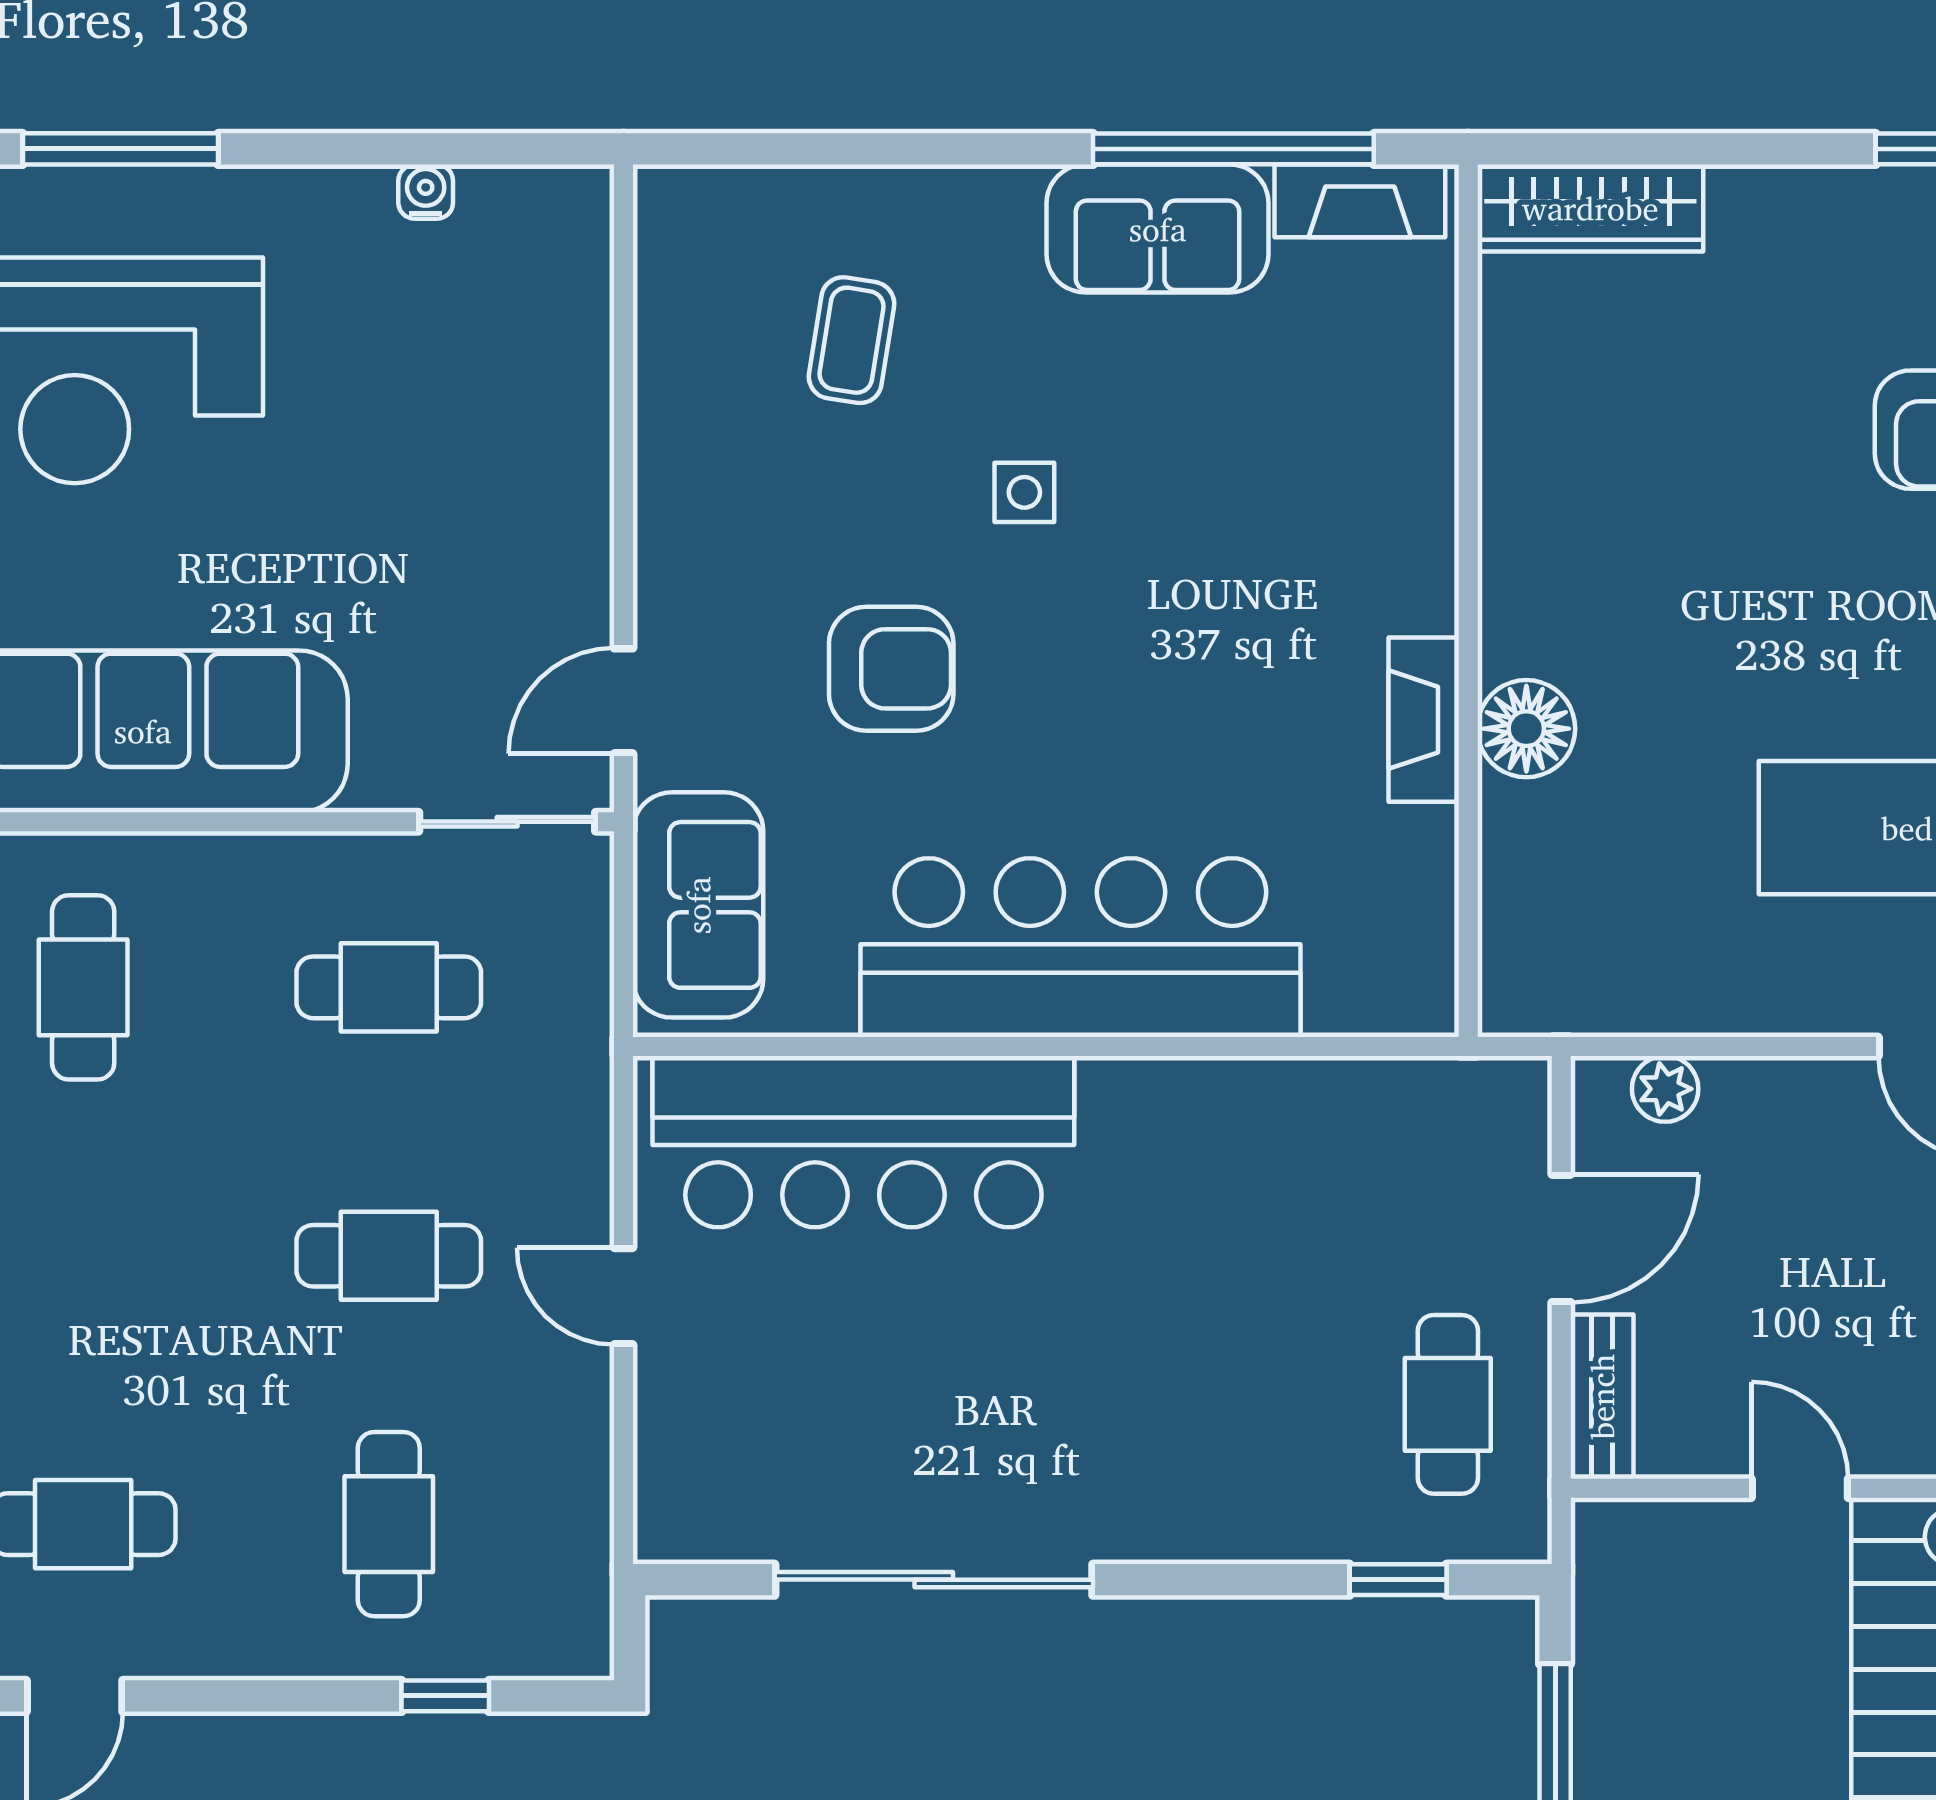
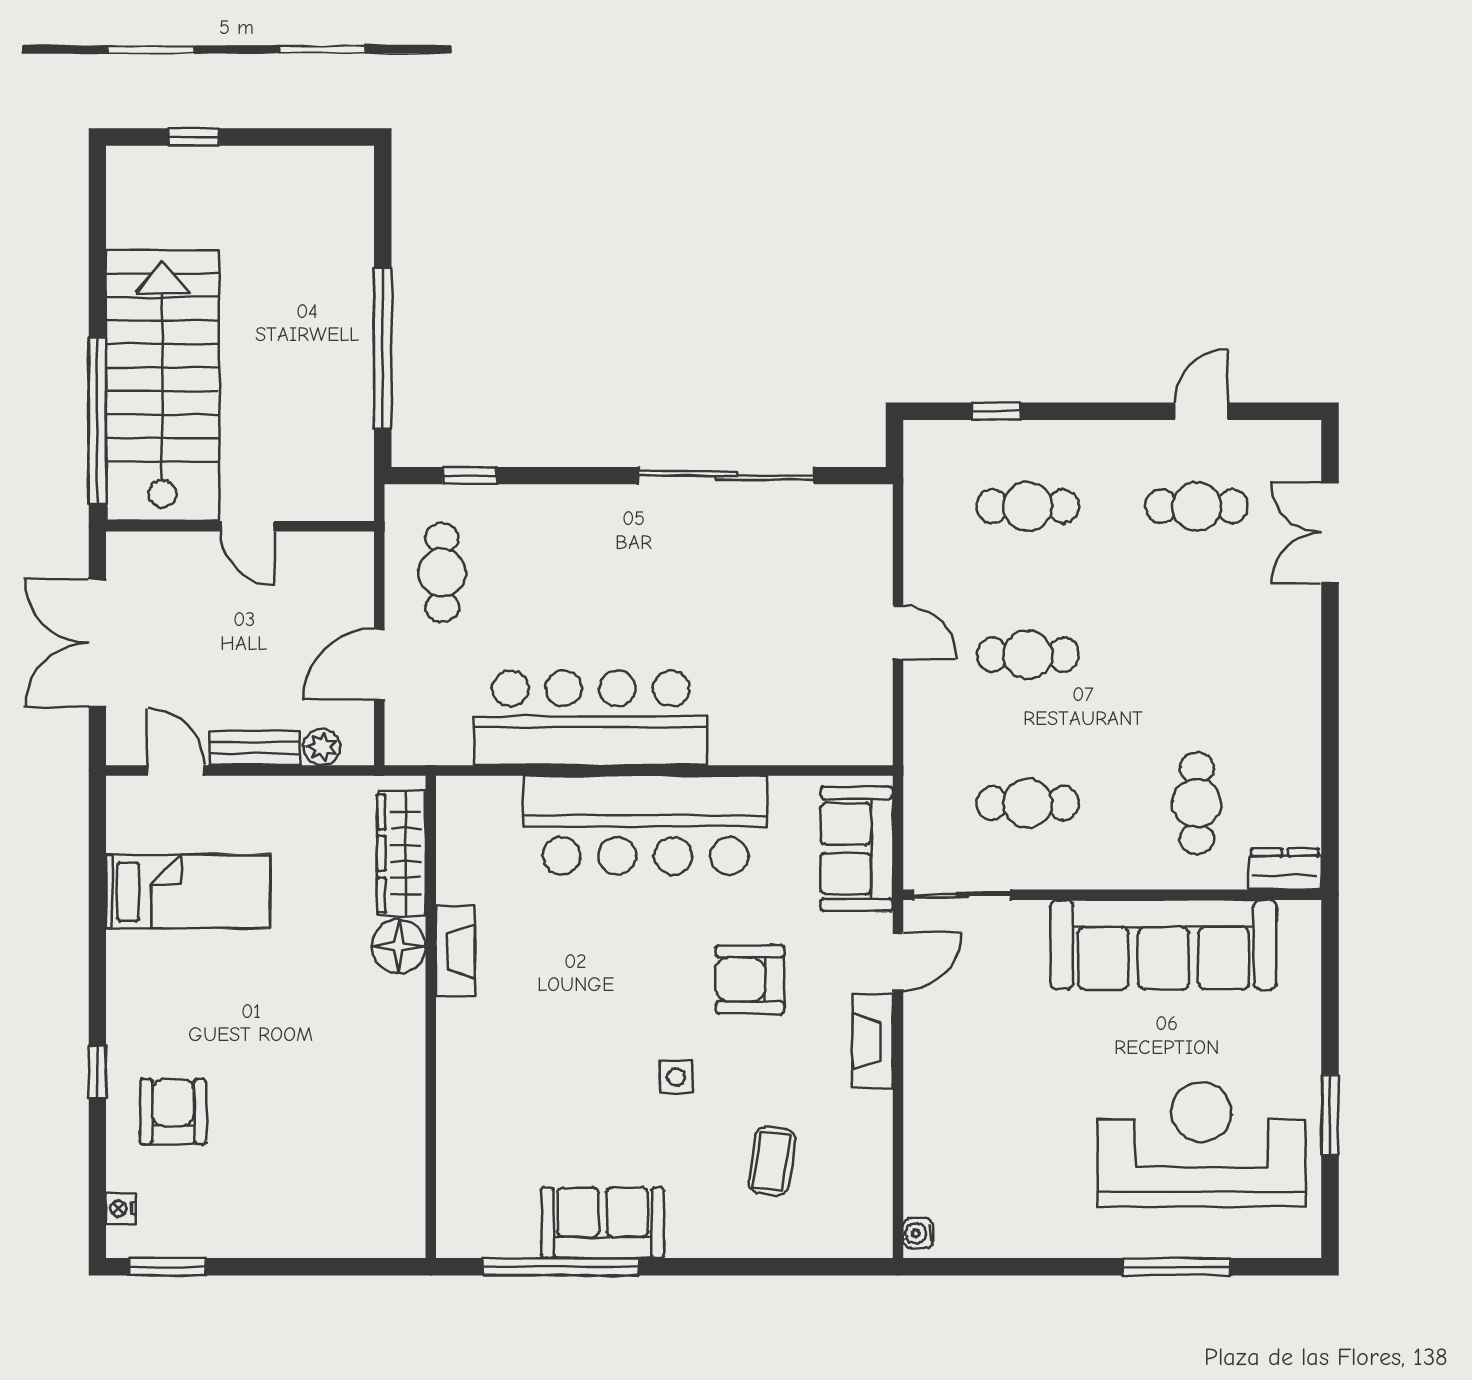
water cooler: (426, 192) -> (918, 1233), moved, turned 90
fireplace: (1360, 201) -> (873, 1041), moved, turned -90
wardrobe: (1590, 208) -> (402, 853), moved, turned -90
bar counter: (863, 1142) -> (591, 718), moved
bench: (1602, 1397) -> (255, 748), moved, turned 90
cafe table: (389, 1524) -> (1028, 506), turned 90

